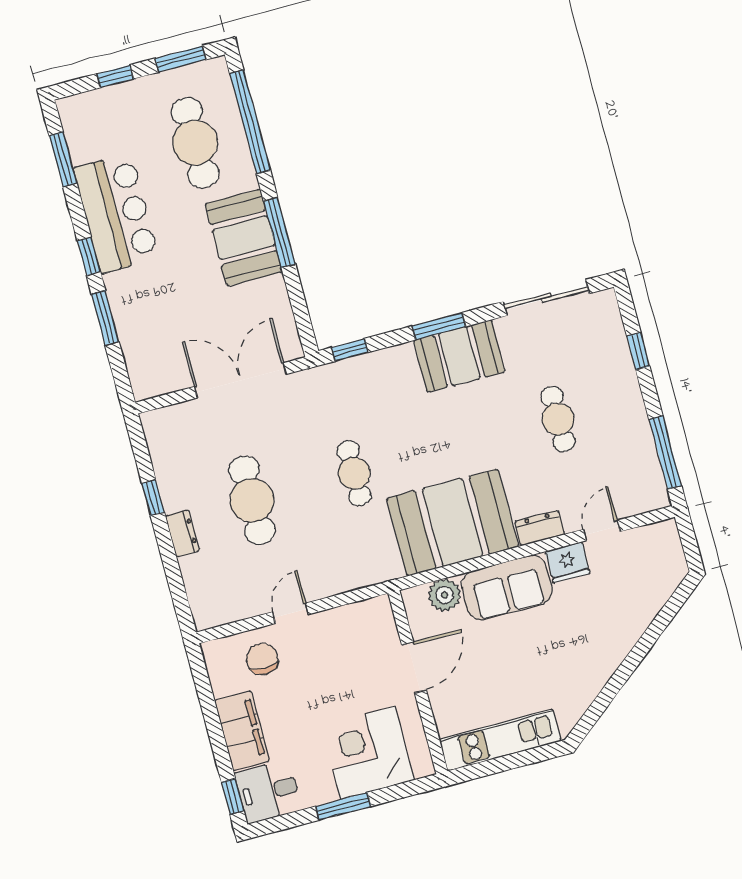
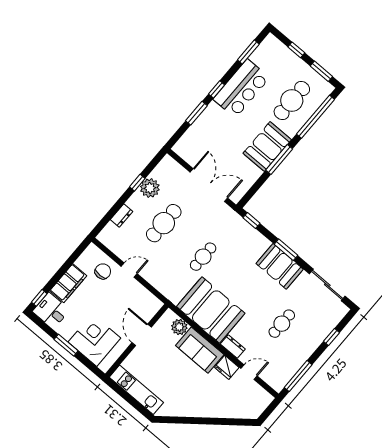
plant: (177, 483) -> (150, 188), added
dresser: (182, 533) -> (122, 215), moved
door: (414, 668) -> (142, 335), swing flipped

